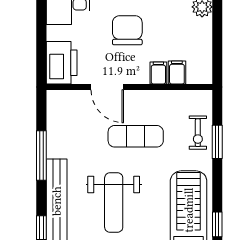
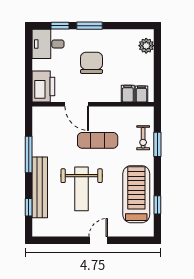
filing cabinet: (158, 73) -> (141, 94), moved

